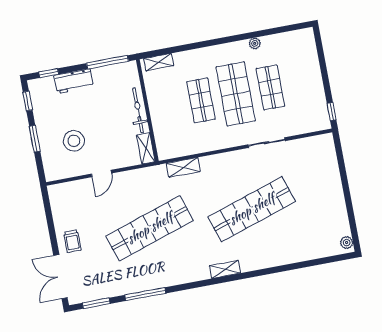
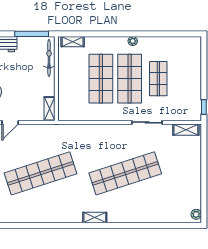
plant: (255, 43) -> (133, 41), moved
shop shelf: (201, 100) -> (101, 79), width x1.43, depth x1.36
bicycle: (138, 110) -> (49, 58), moved
shelving: (183, 167) -> (186, 130), moved
window: (145, 294) -> (27, 225), removed

